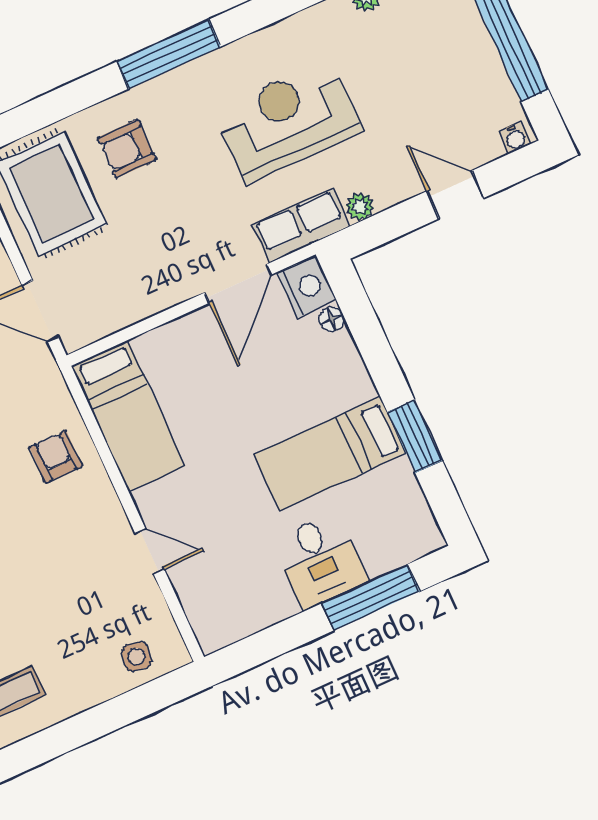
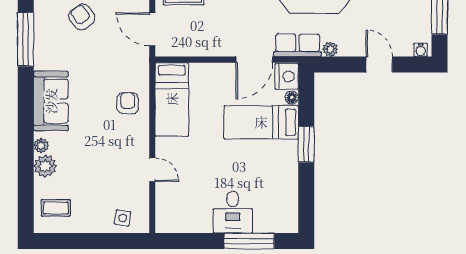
window: (415, 436) -> (306, 144), moved
bed: (330, 454) -> (261, 122), moved

